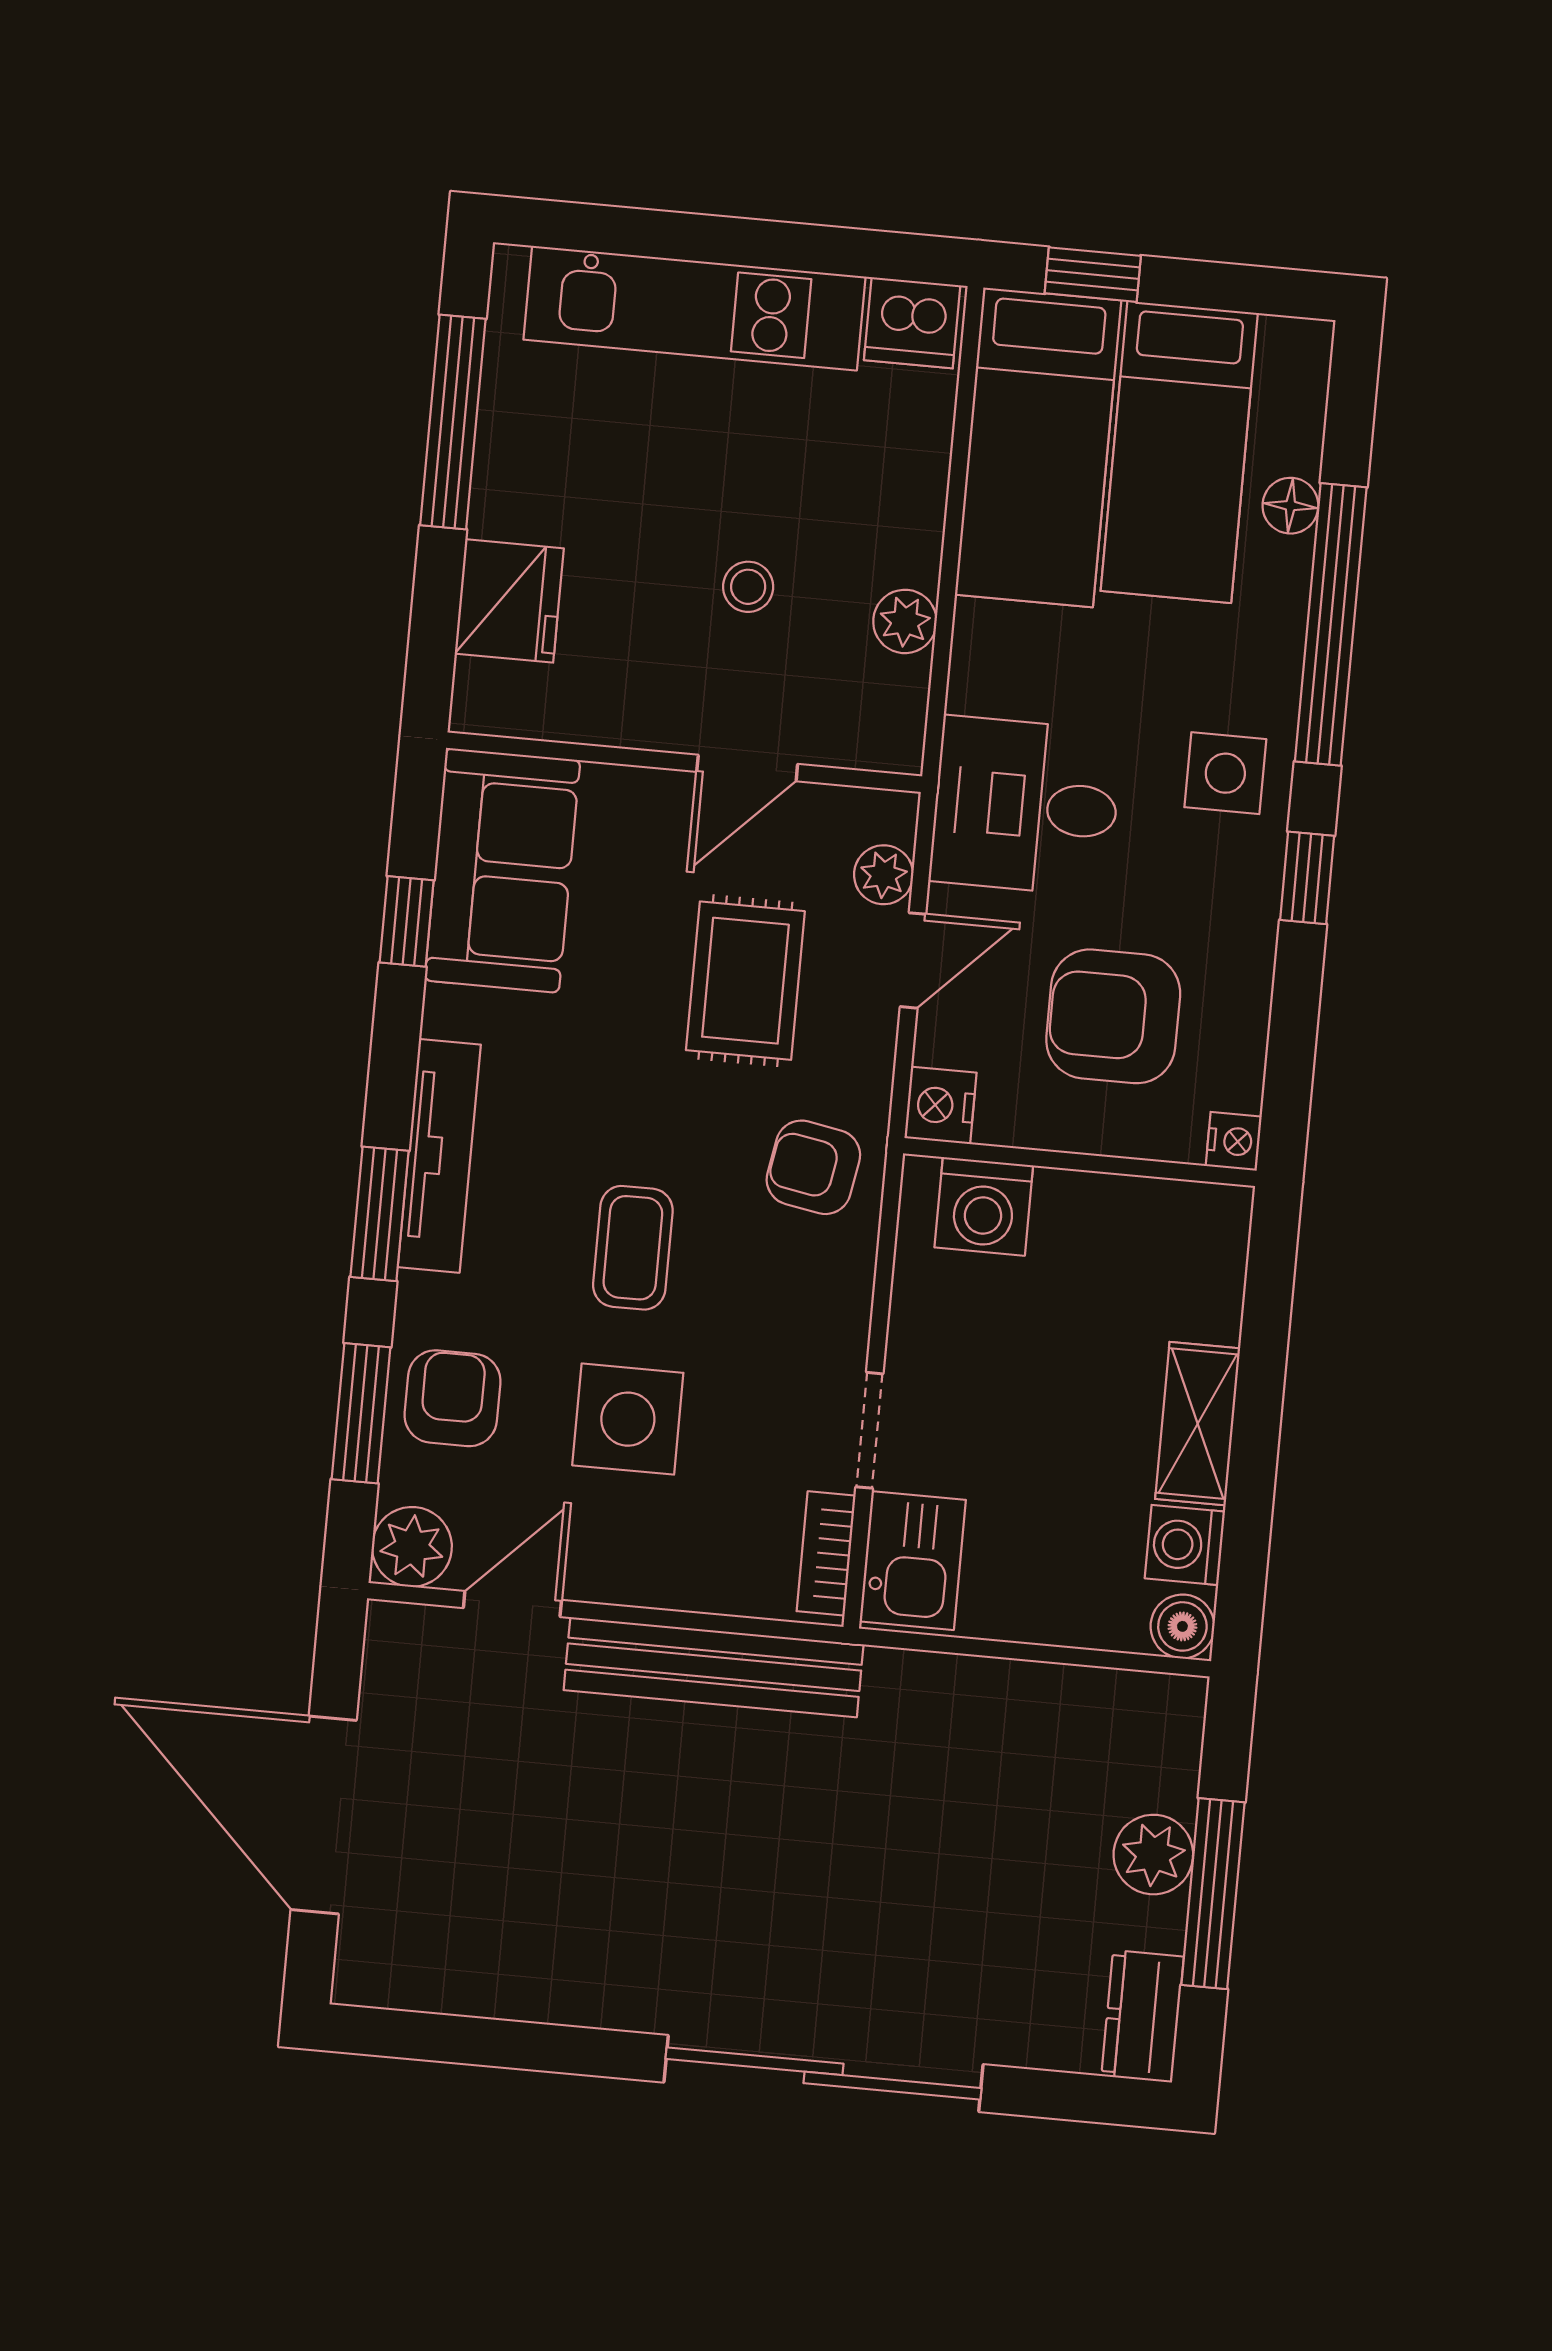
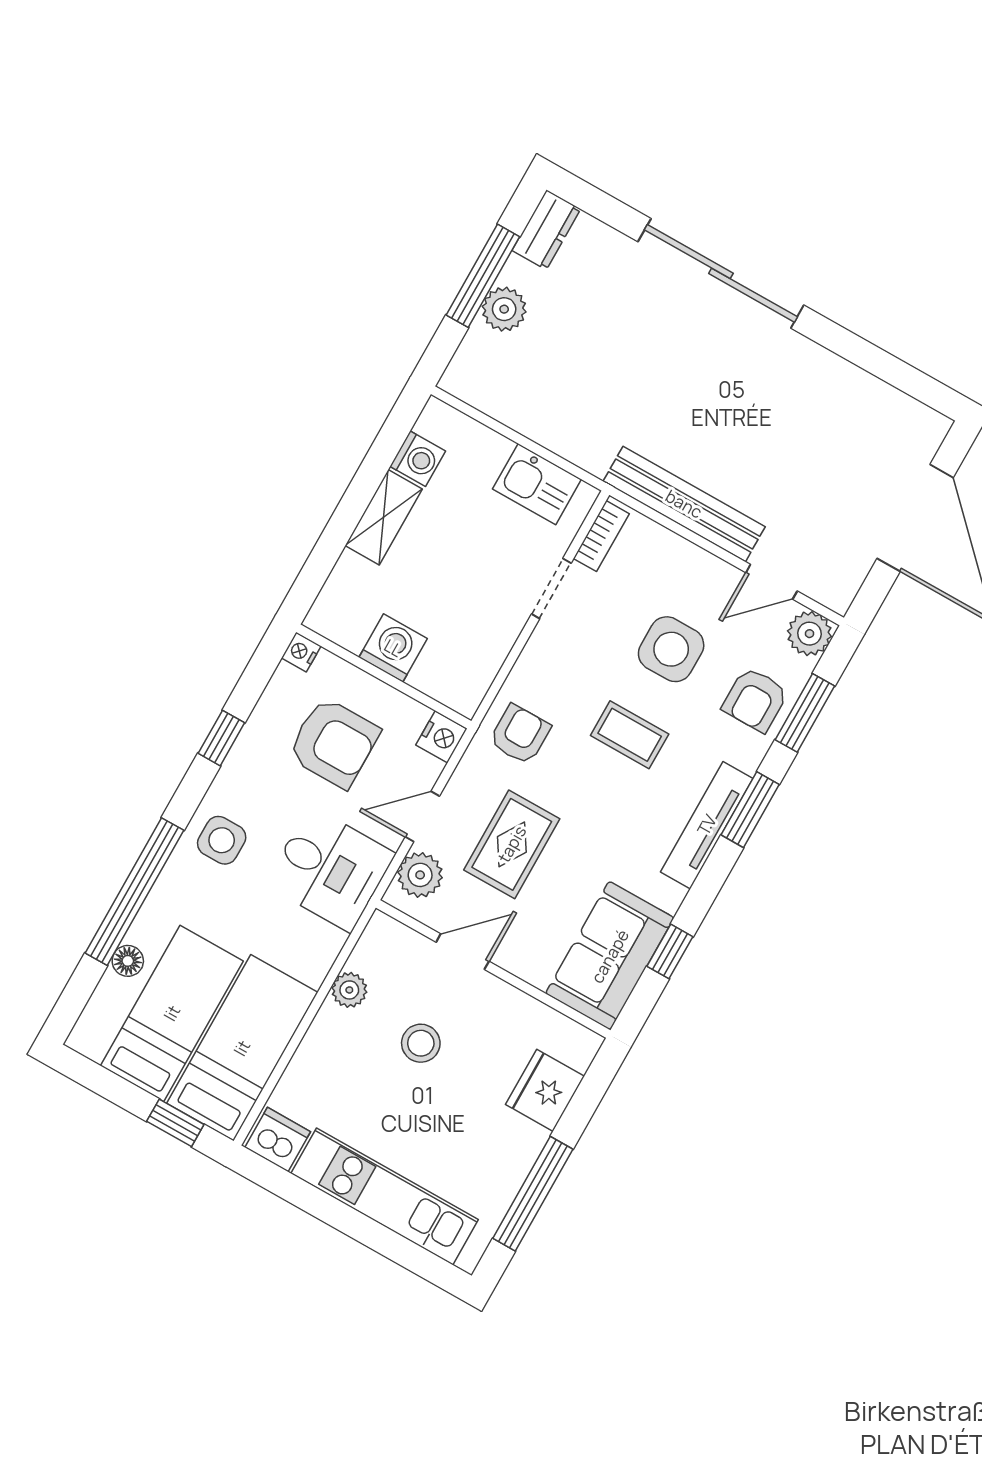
stool: (748, 587) -> (421, 1043), width x1.37, depth x1.37
plant: (884, 875) -> (420, 875), width x1.38, depth x1.38
window: (1307, 878) -> (221, 738), moved
armchair: (813, 1167) -> (520, 734), turned -100
washing machine: (984, 1206) -> (393, 648), moved
coffee table: (633, 1248) -> (630, 735), turned 90
kitchen sink: (913, 1561) -> (537, 484), moved, turned -90
boiler: (1182, 1626) -> (437, 418), removed

